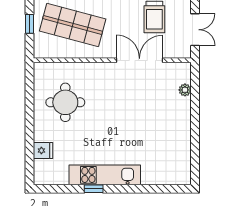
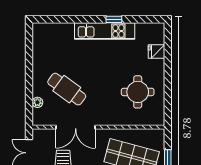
cafe table: (150, 106) -> (67, 89), added

